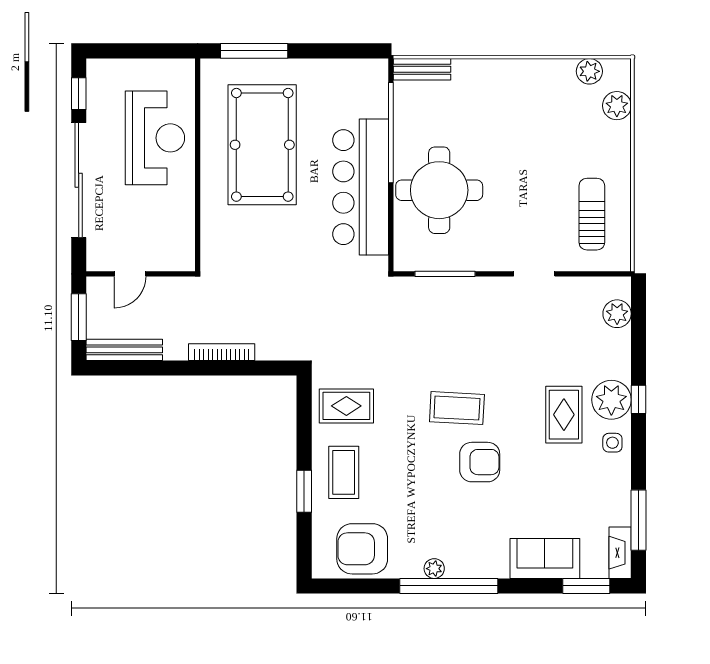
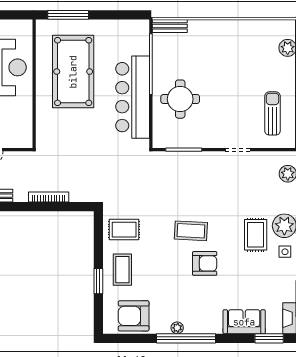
plant: (589, 71) -> (271, 27), removed
round table: (439, 190) -> (180, 99), width x0.73, depth x0.73

